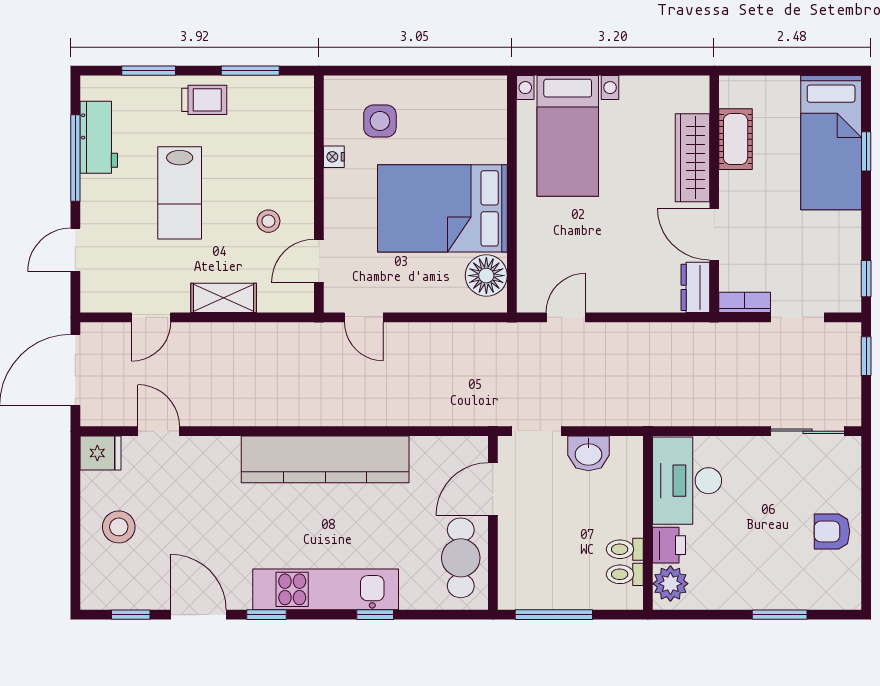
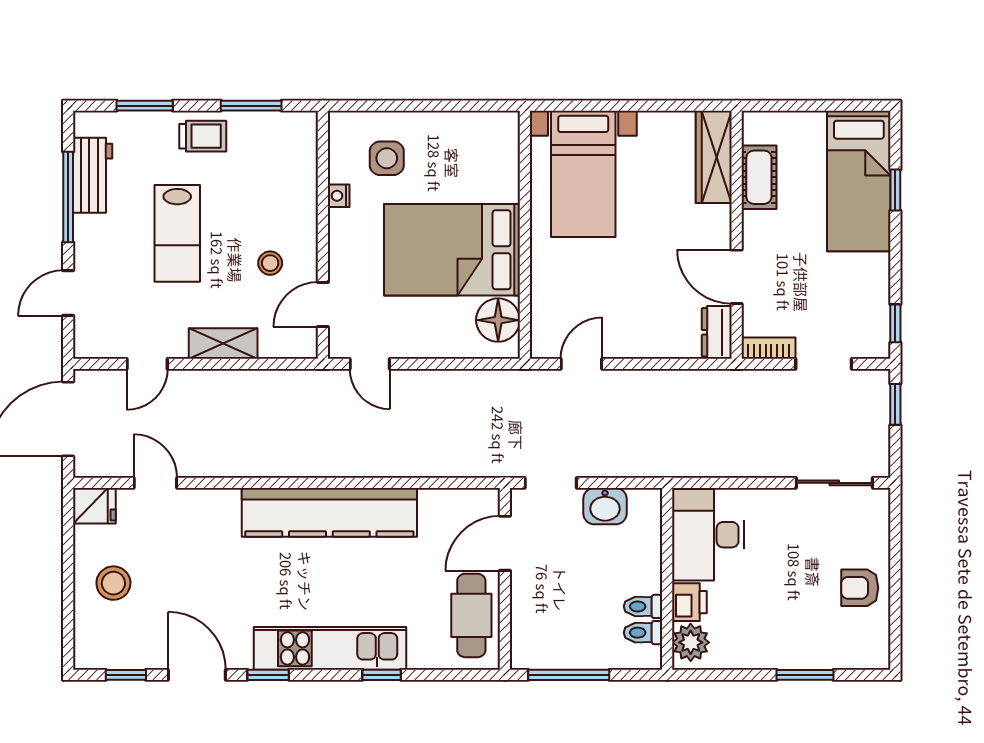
wardrobe: (692, 158) -> (714, 157), moved

